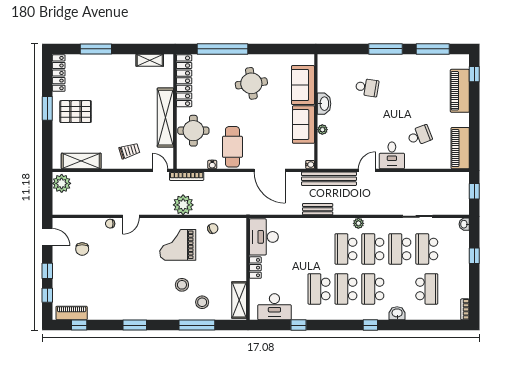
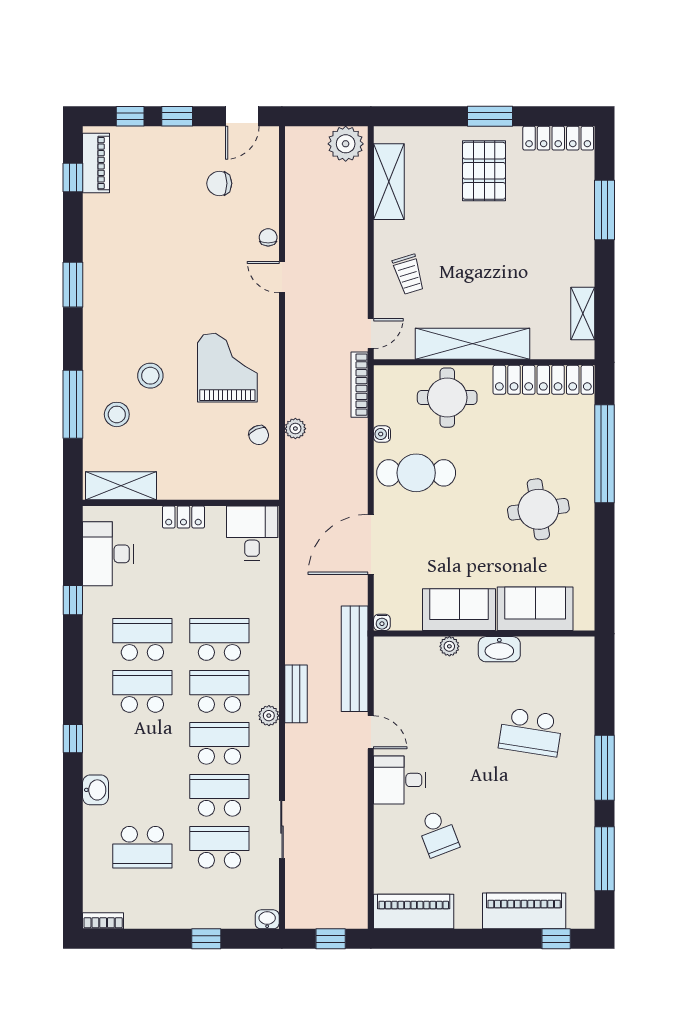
school desk: (367, 87) -> (531, 732), width x1.85
plant: (183, 205) -> (295, 429), moved, width x0.53, depth x0.53
bench: (318, 209) -> (296, 694), moved
desk: (264, 237) -> (252, 533), width x0.73
school desk: (373, 289) -> (219, 639), moved

